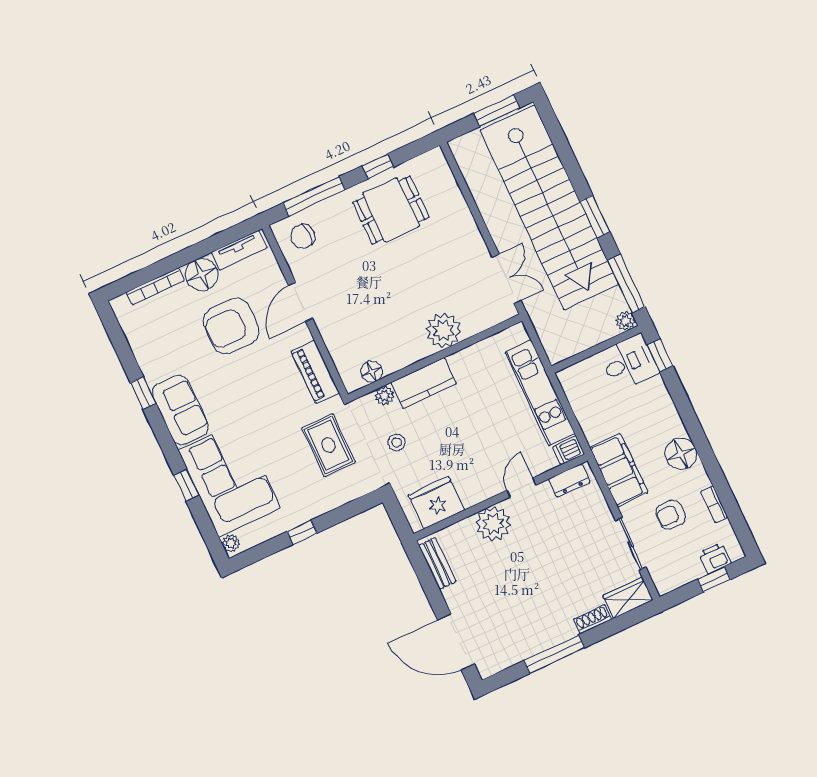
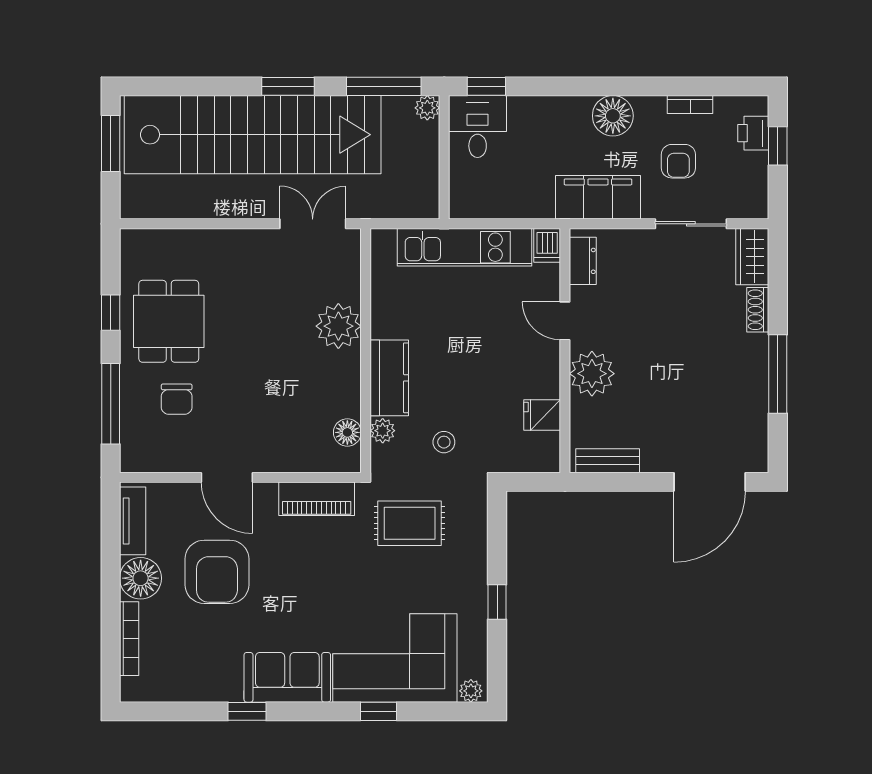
chair: (303, 236) -> (177, 399), moved
fridge: (436, 503) -> (542, 415), width x0.53, depth x0.75

